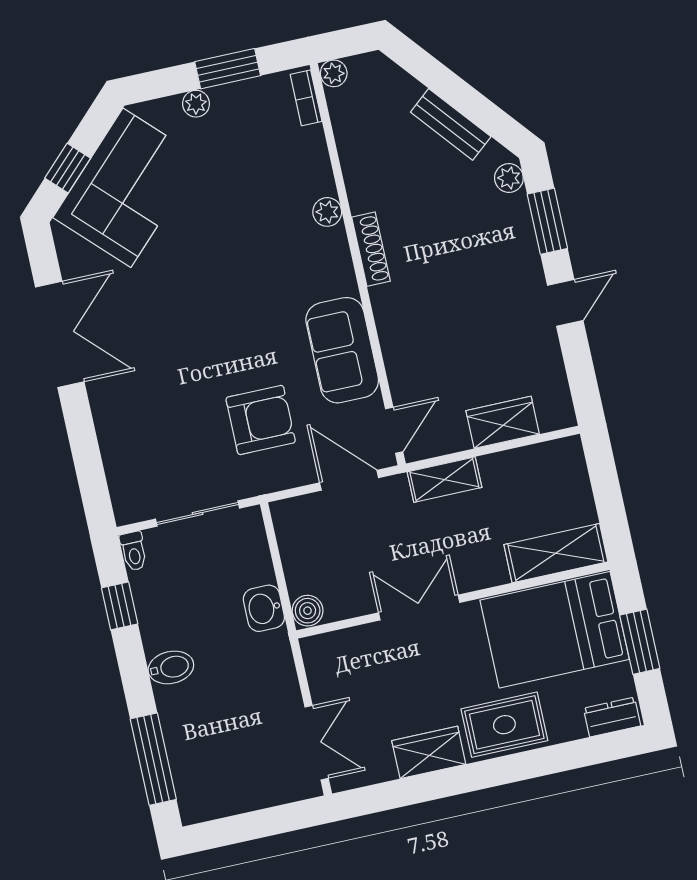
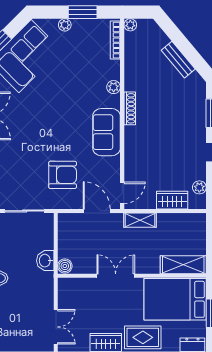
bookcase: (306, 98) -> (115, 40), width x1.56
plant: (509, 178) -> (199, 187), moved
sofa: (342, 350) -> (107, 132), moved

